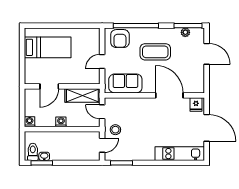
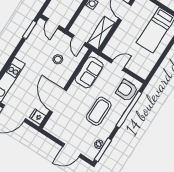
door: (102, 62) -> (118, 65), hinge flipped
door: (169, 95) -> (58, 101), swing flipped
door: (102, 112) -> (79, 40), swing flipped
stool: (115, 130) -> (58, 59), moved

